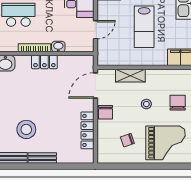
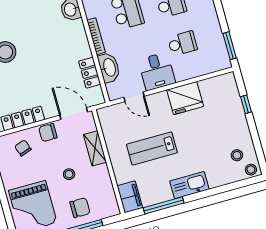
washbasin: (58, 47) -> (109, 67), width x1.91, depth x1.45
locker: (44, 62) -> (90, 73), moved
chair: (127, 140) -> (23, 148), moved

